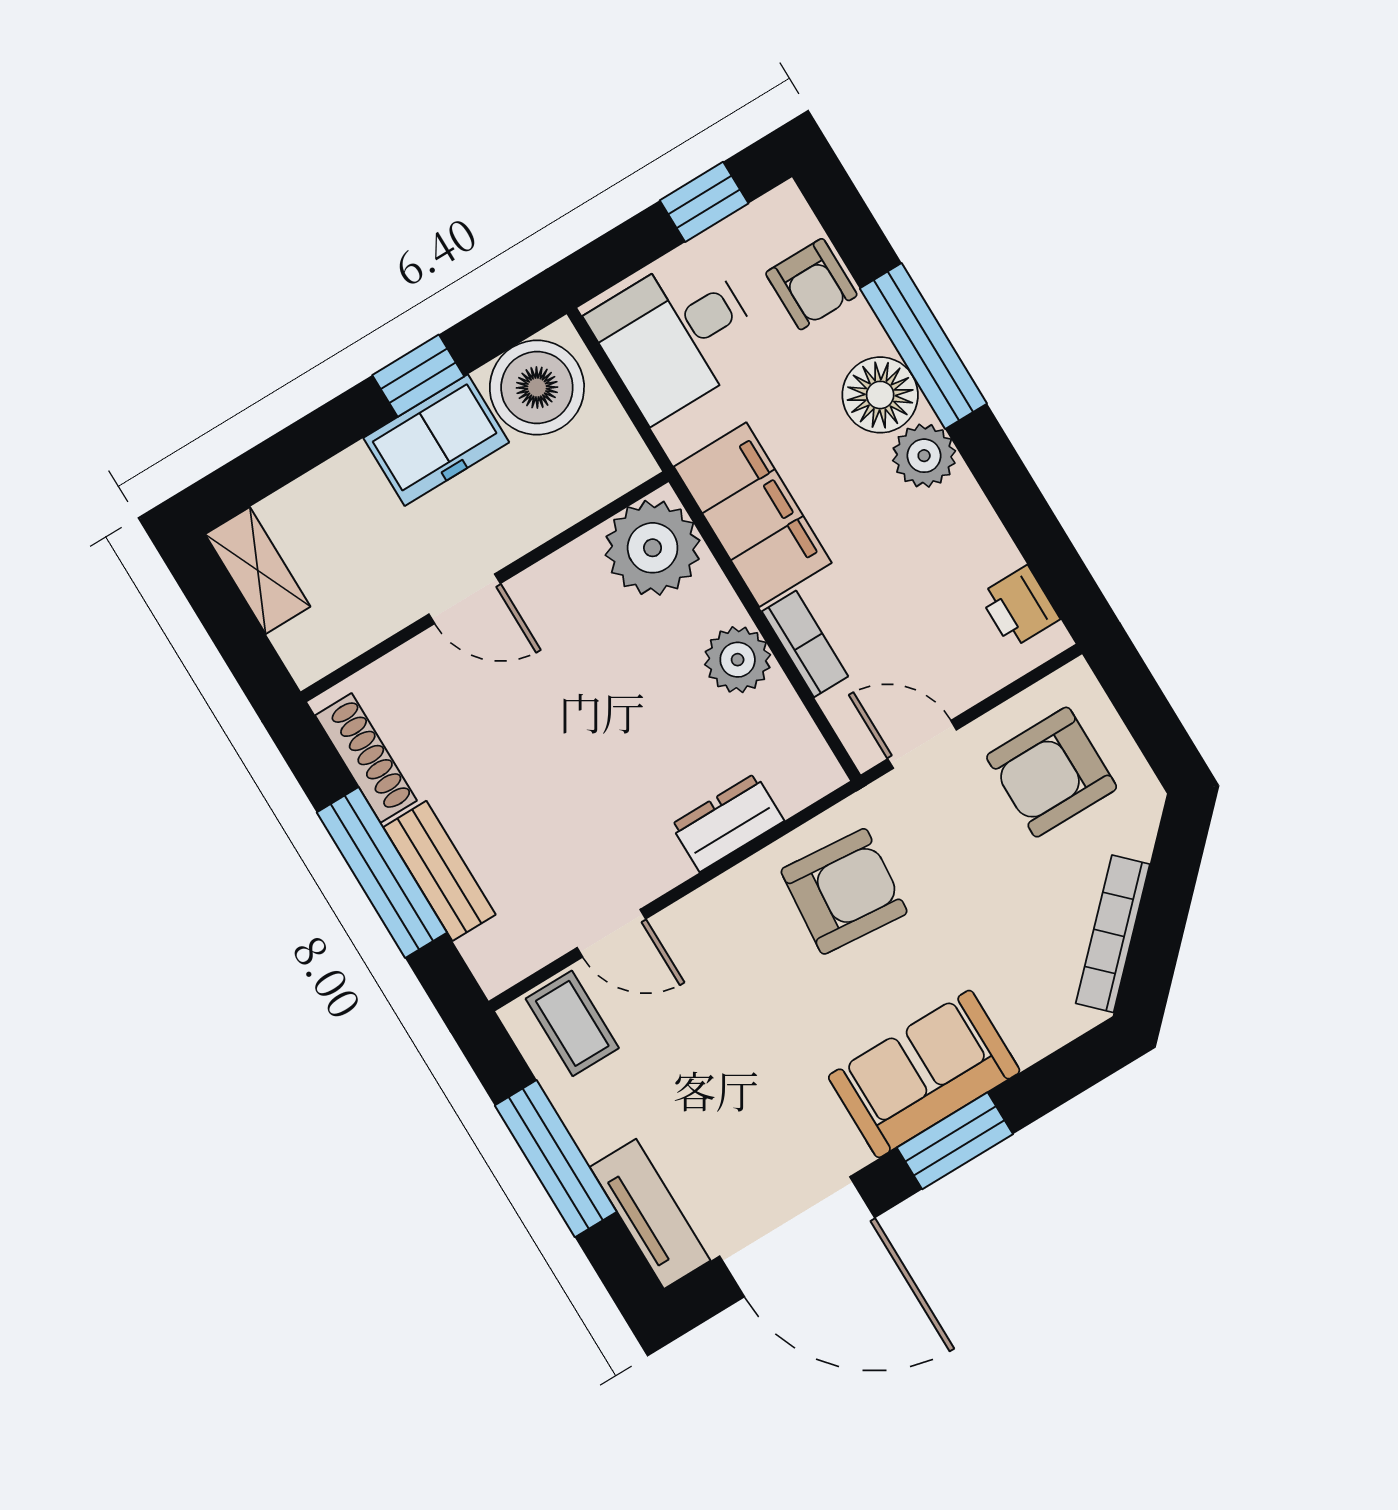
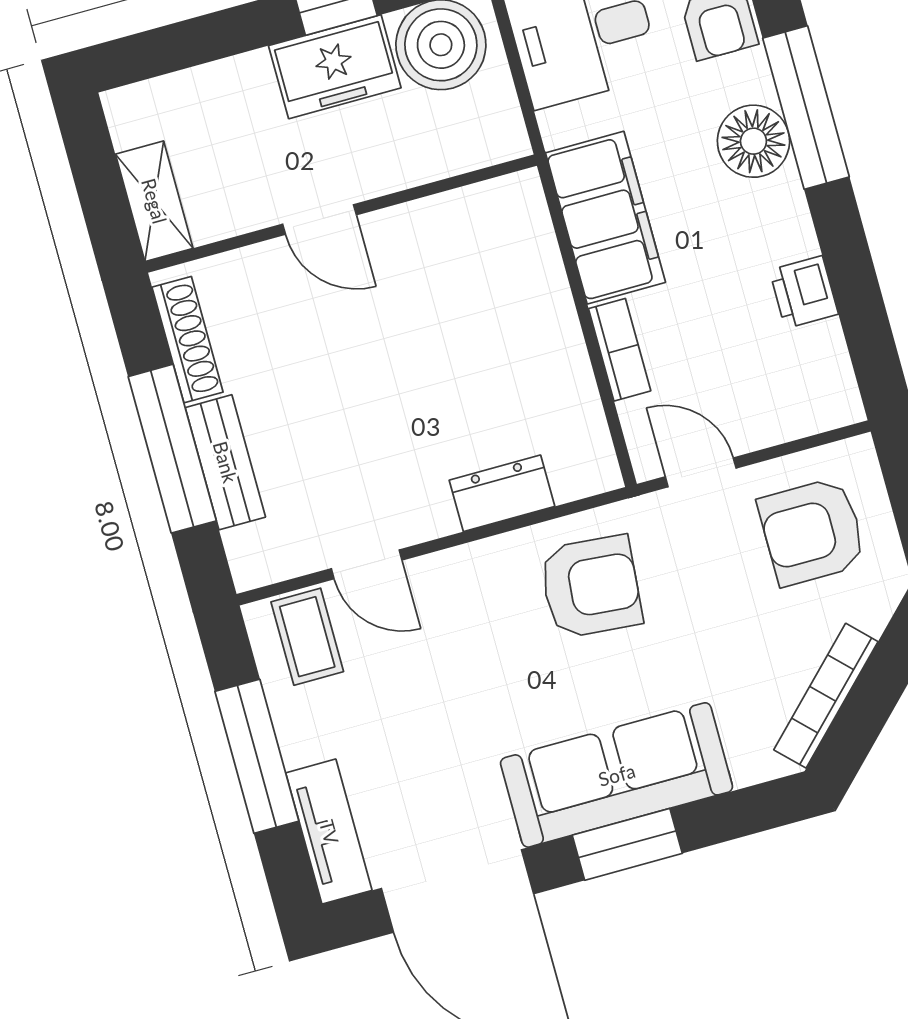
plant: (924, 456) -> (778, 208), removed
plant: (653, 548) -> (505, 222), removed
shelving: (258, 570) -> (154, 201), moved
printer: (1019, 607) -> (804, 292), moved
plant: (738, 660) -> (554, 347), removed
sofa: (924, 1074) -> (617, 775), width x1.36

